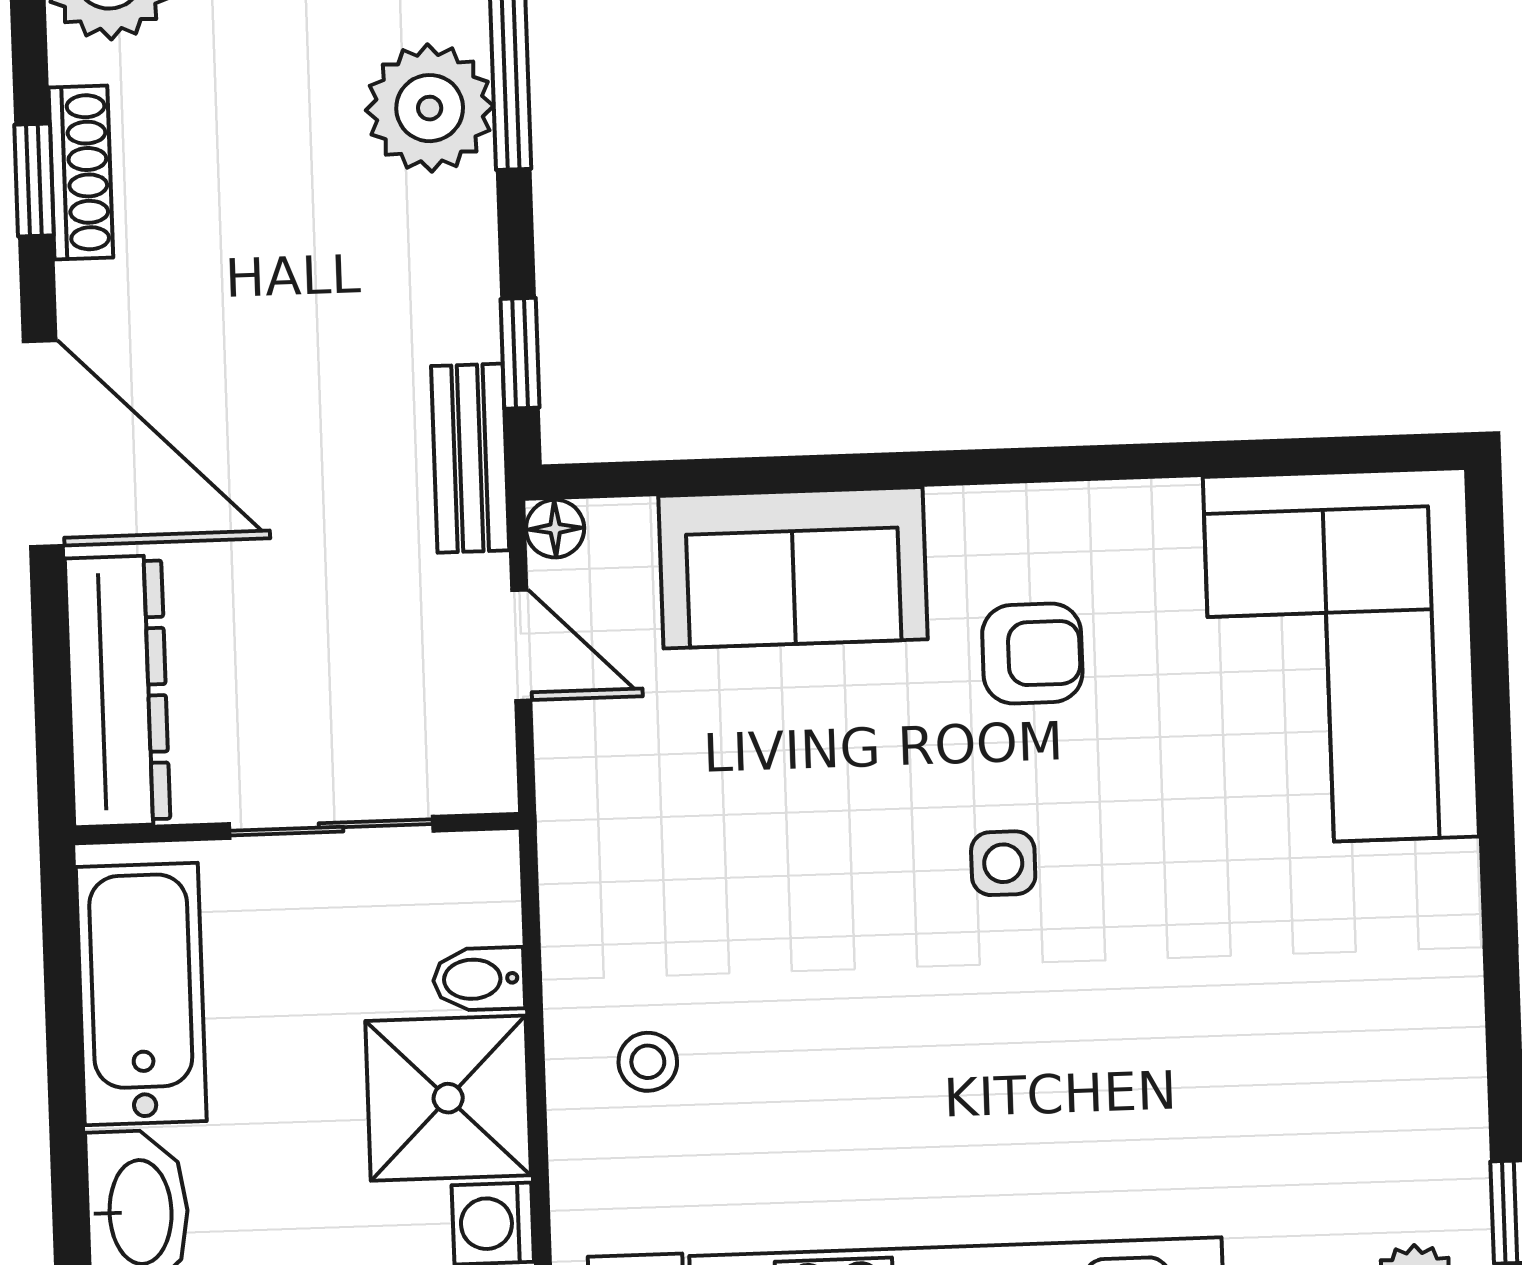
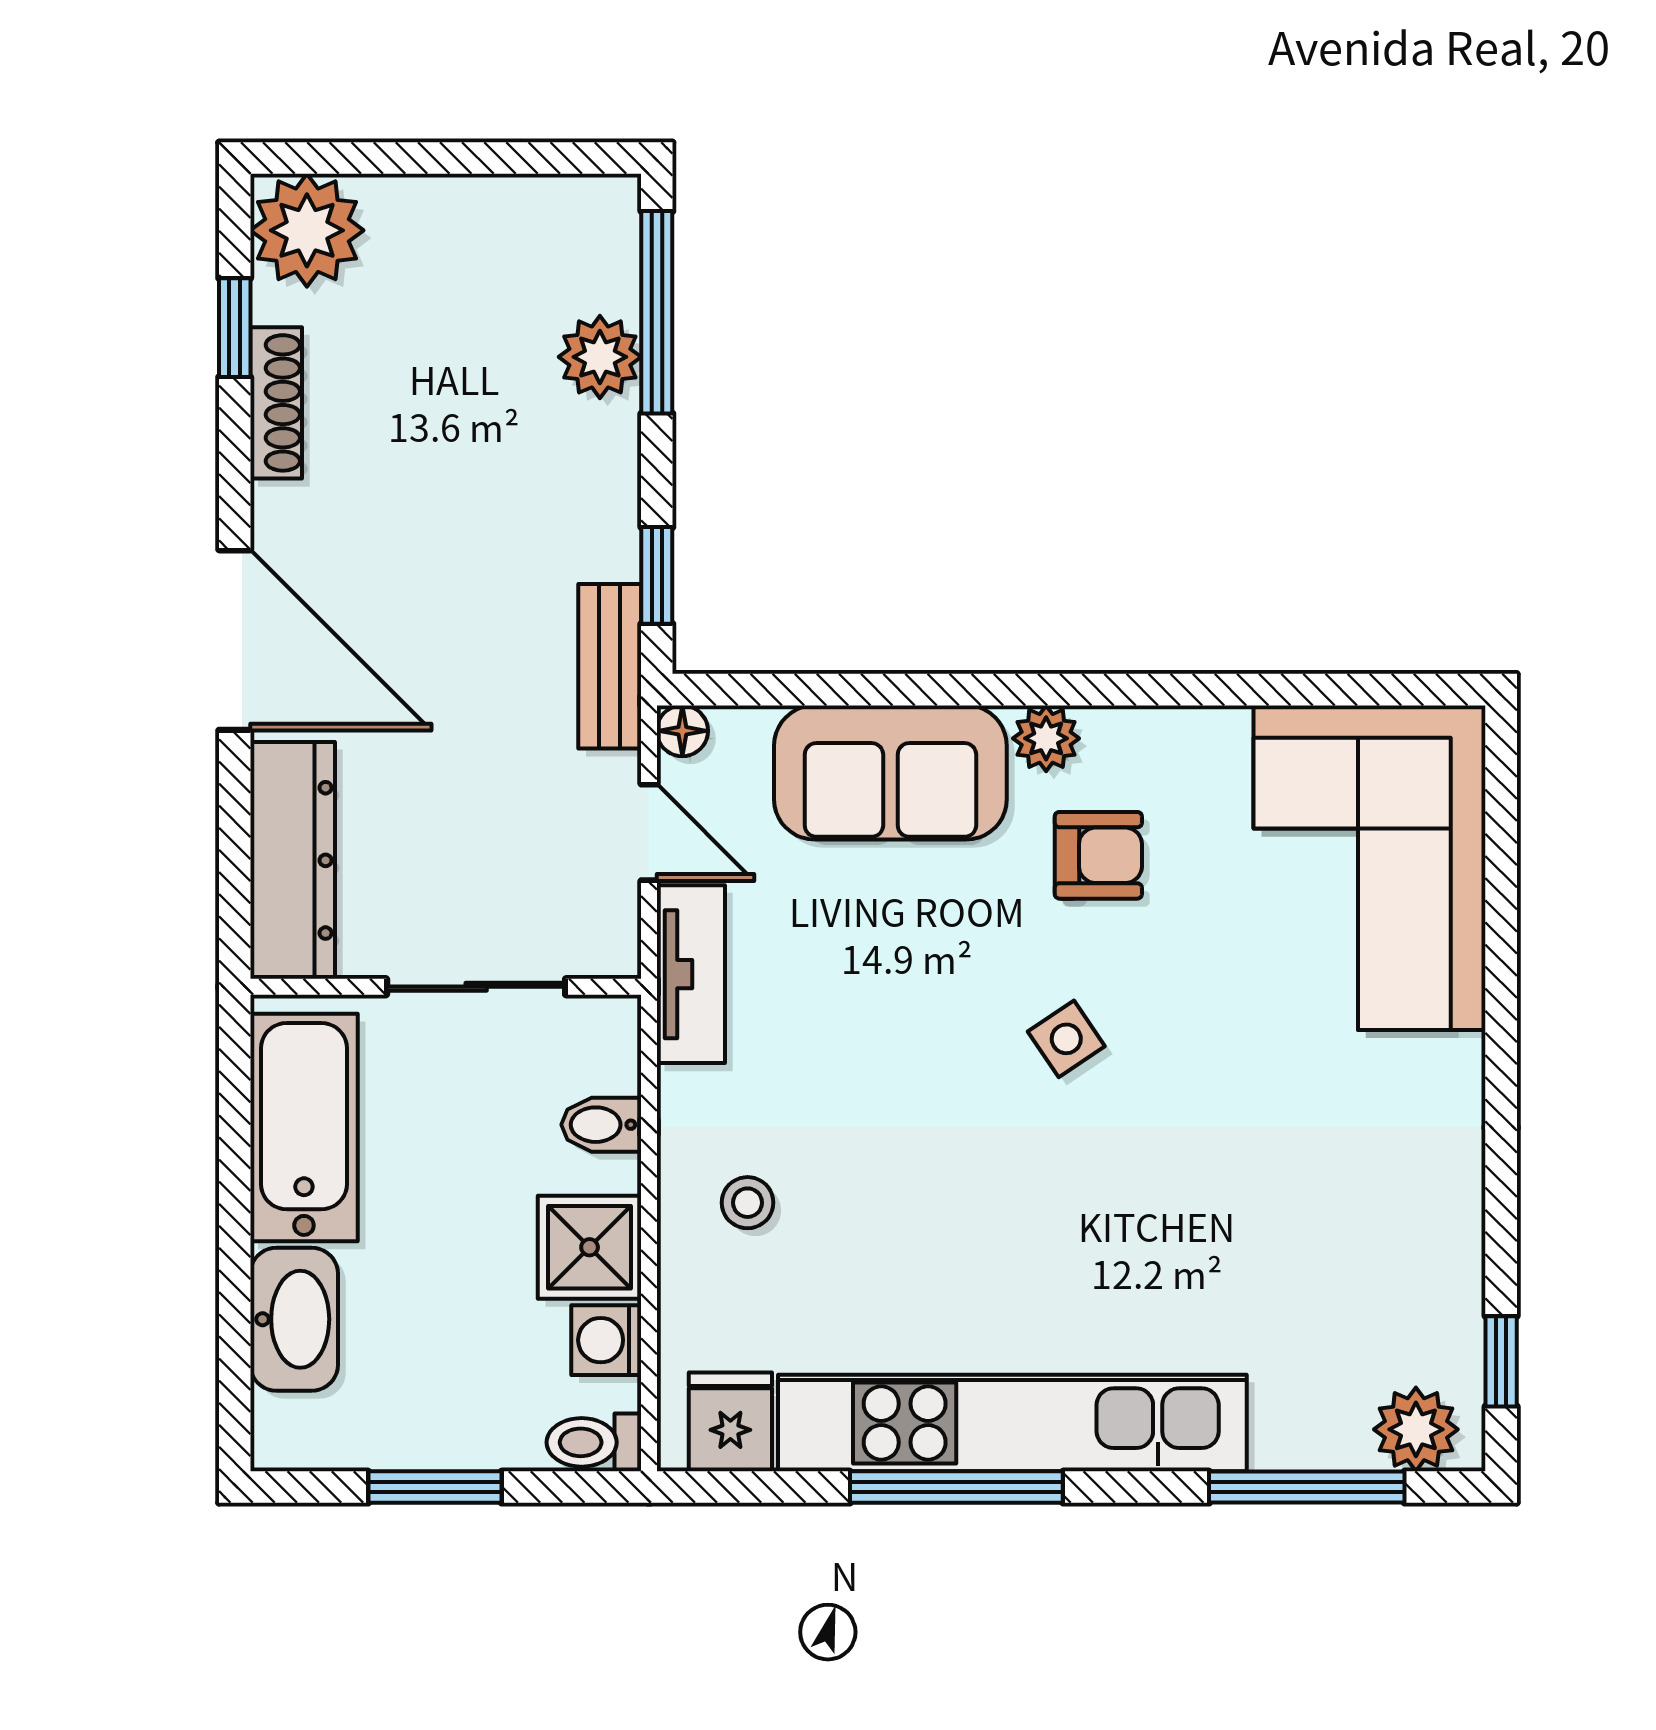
plant: (430, 108) -> (600, 357), width x0.73, depth x0.73
window: (34, 180) -> (235, 328), moved
plant: (968, 523) -> (1046, 738), added
tv unit: (574, 805) -> (691, 974), added
side table: (1003, 863) -> (1066, 1039), turned -34
shower: (448, 1098) -> (590, 1247), width x0.73, depth x0.73

